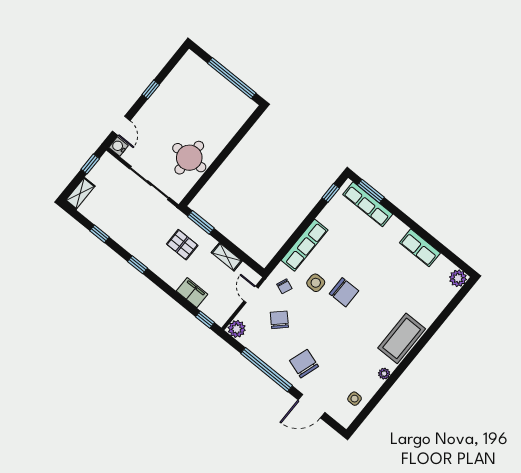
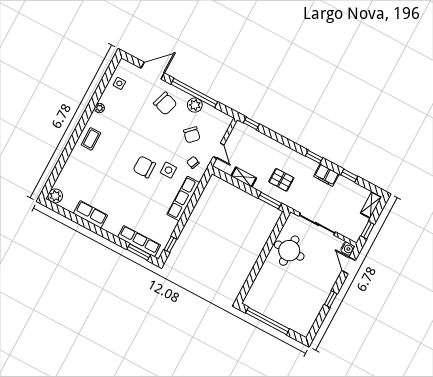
filing cabinet: (192, 293) -> (326, 175), moved
plant: (237, 329) -> (195, 105), moved
coffee table: (402, 338) -> (91, 139), width x0.54, depth x0.58

